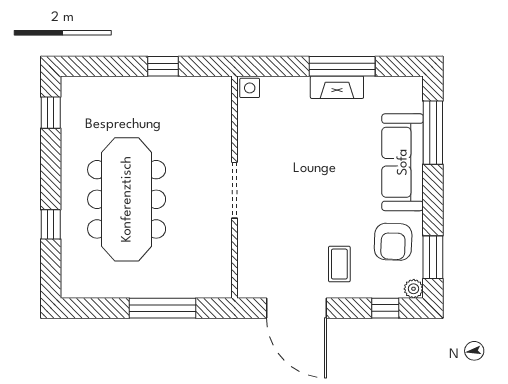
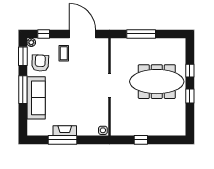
window: (51, 113) -> (190, 96), moved
window: (433, 133) -> (23, 90), moved
meeting table: (127, 199) -> (157, 82), turned 90

